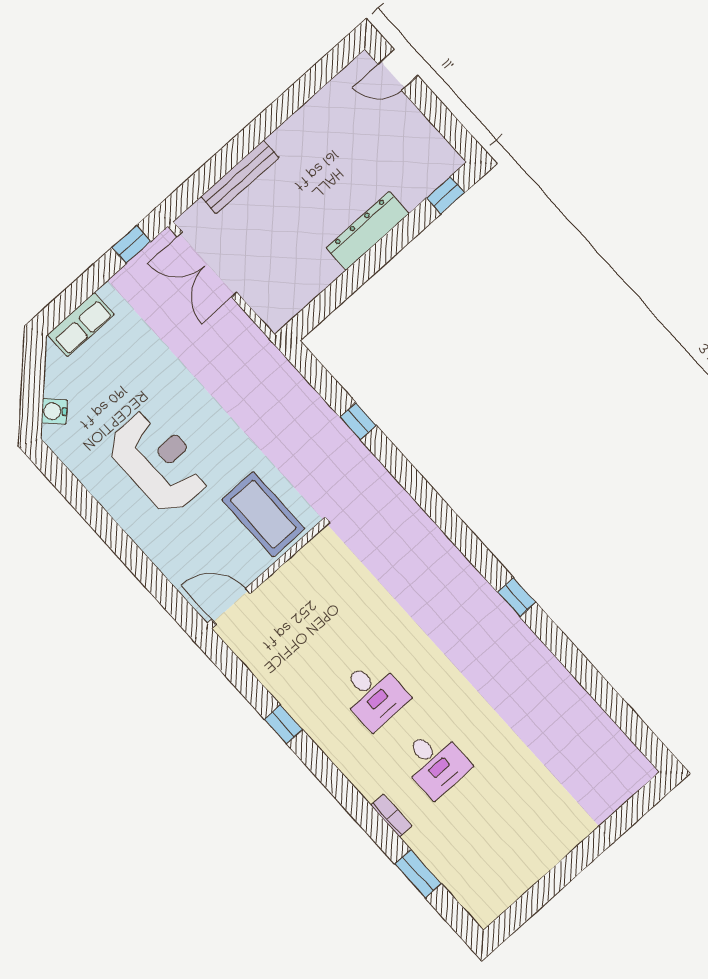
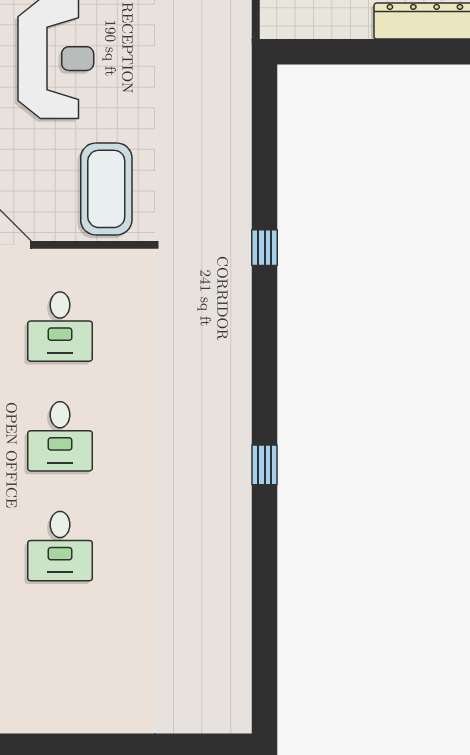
window: (358, 421) -> (265, 248), moved
desk: (312, 626) -> (60, 327), added

